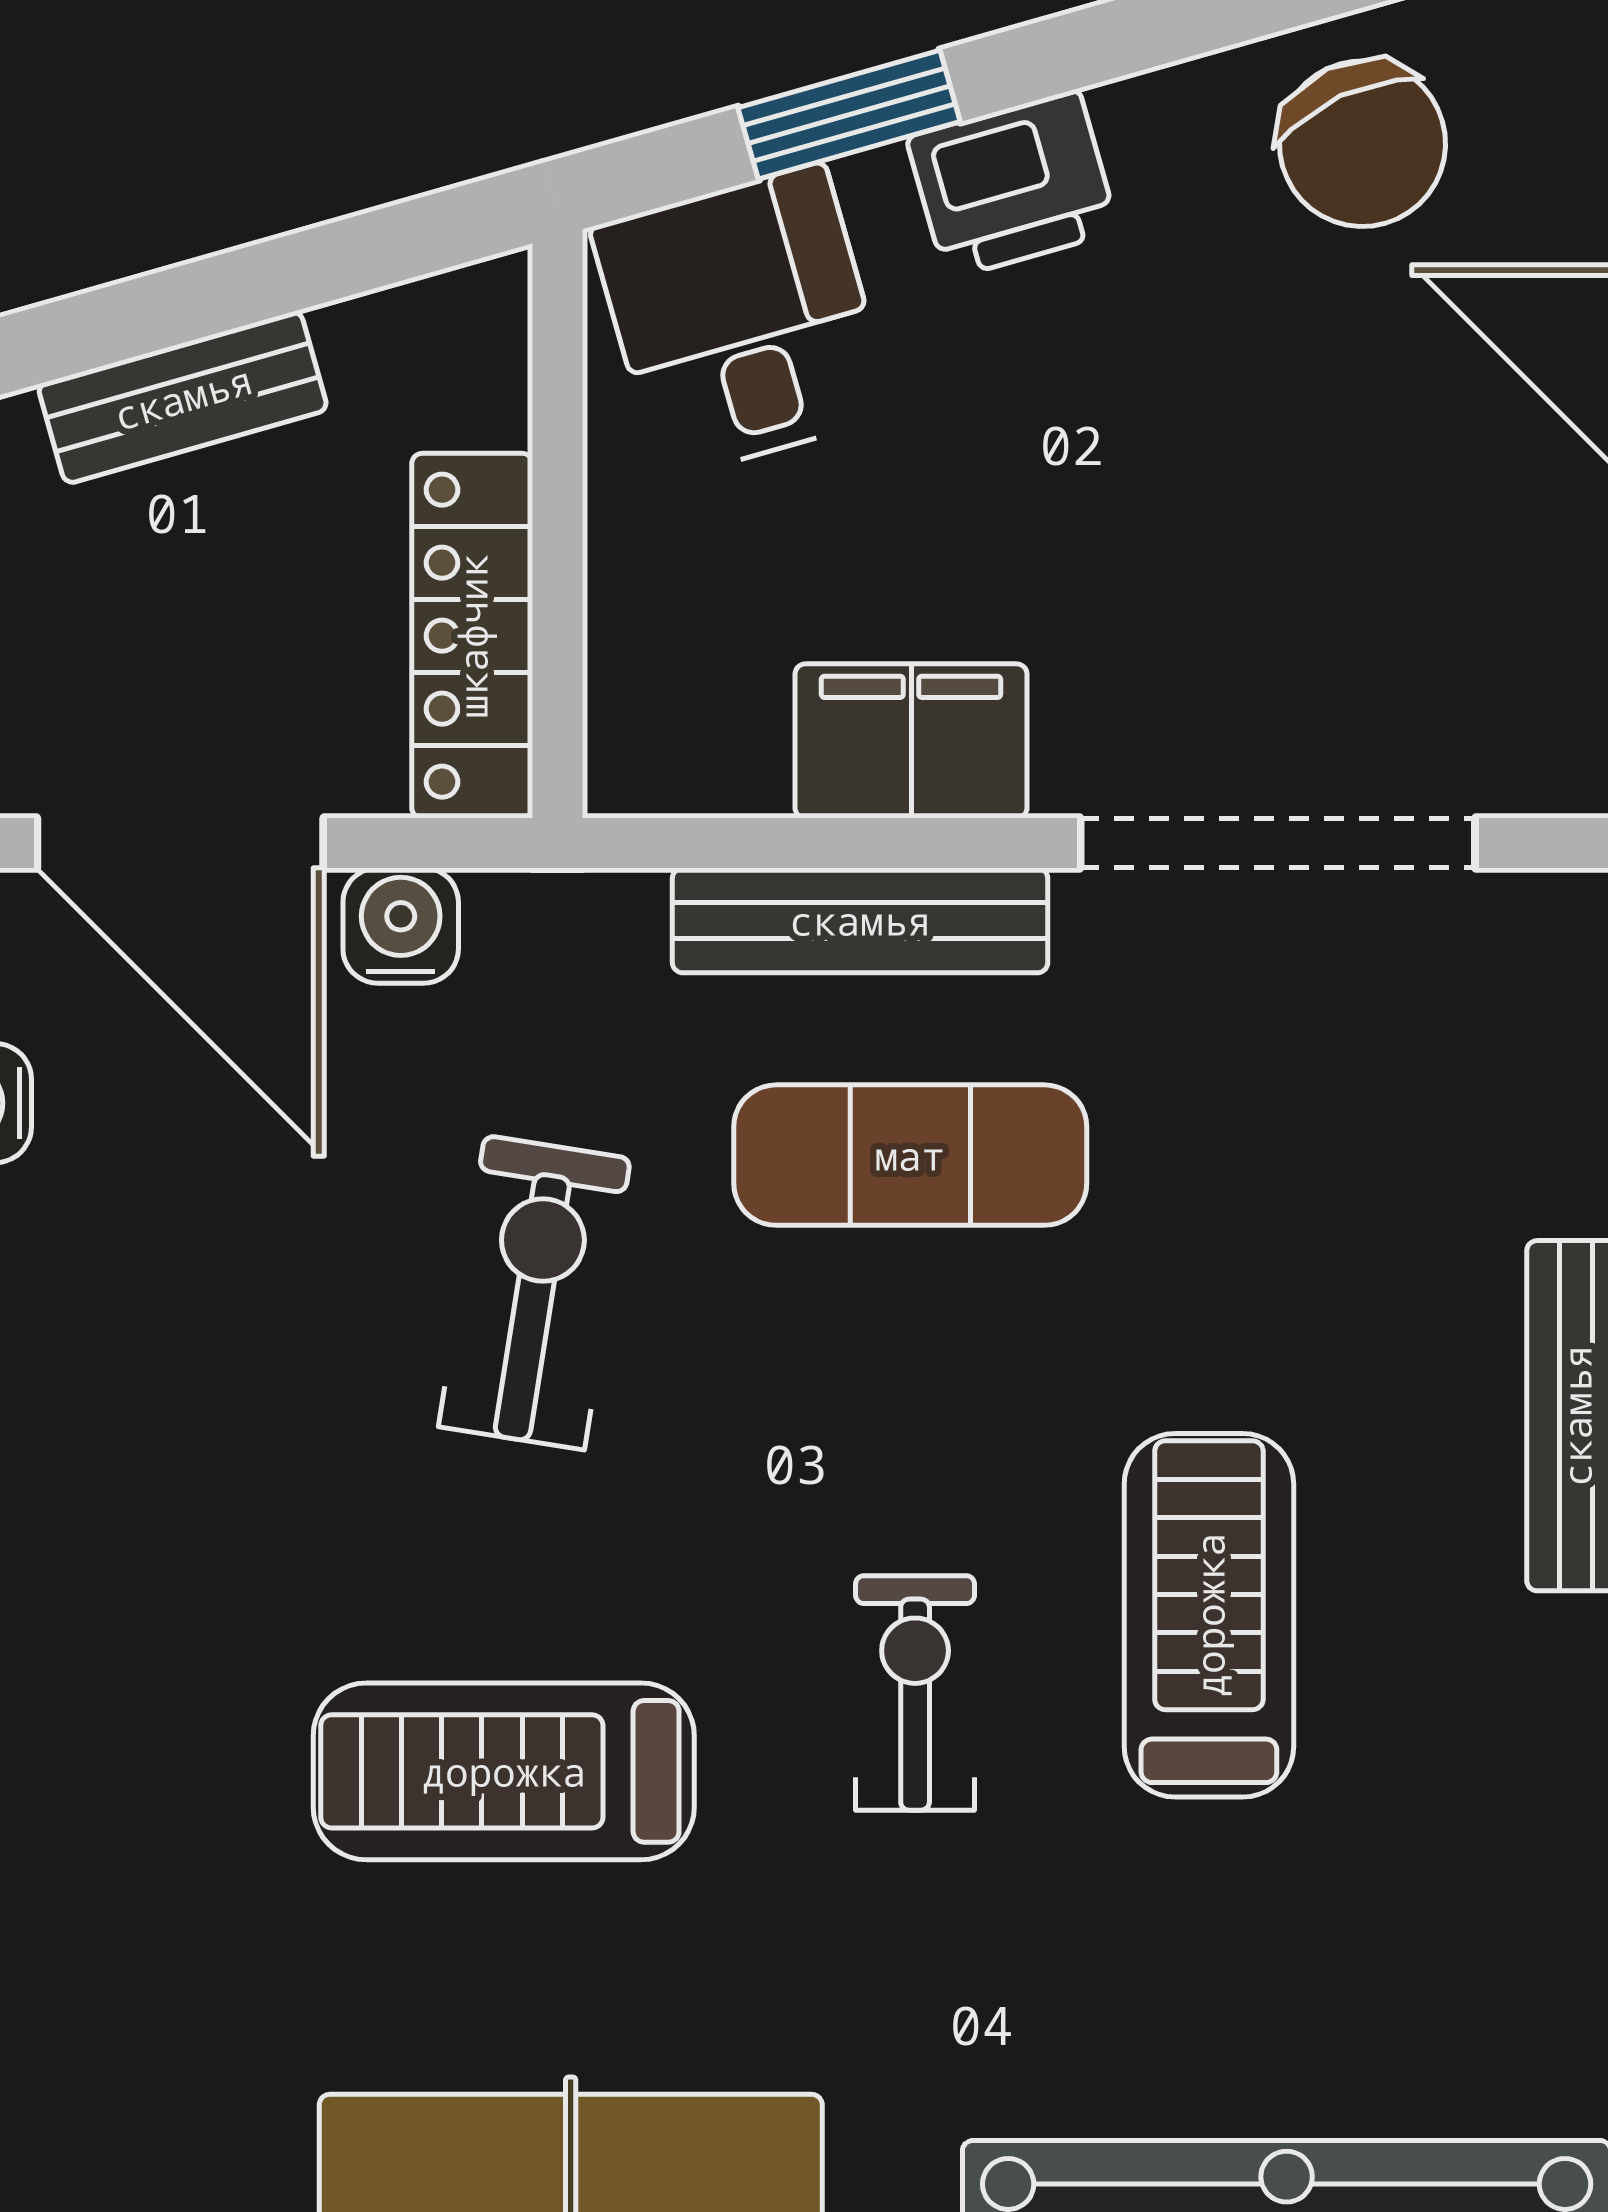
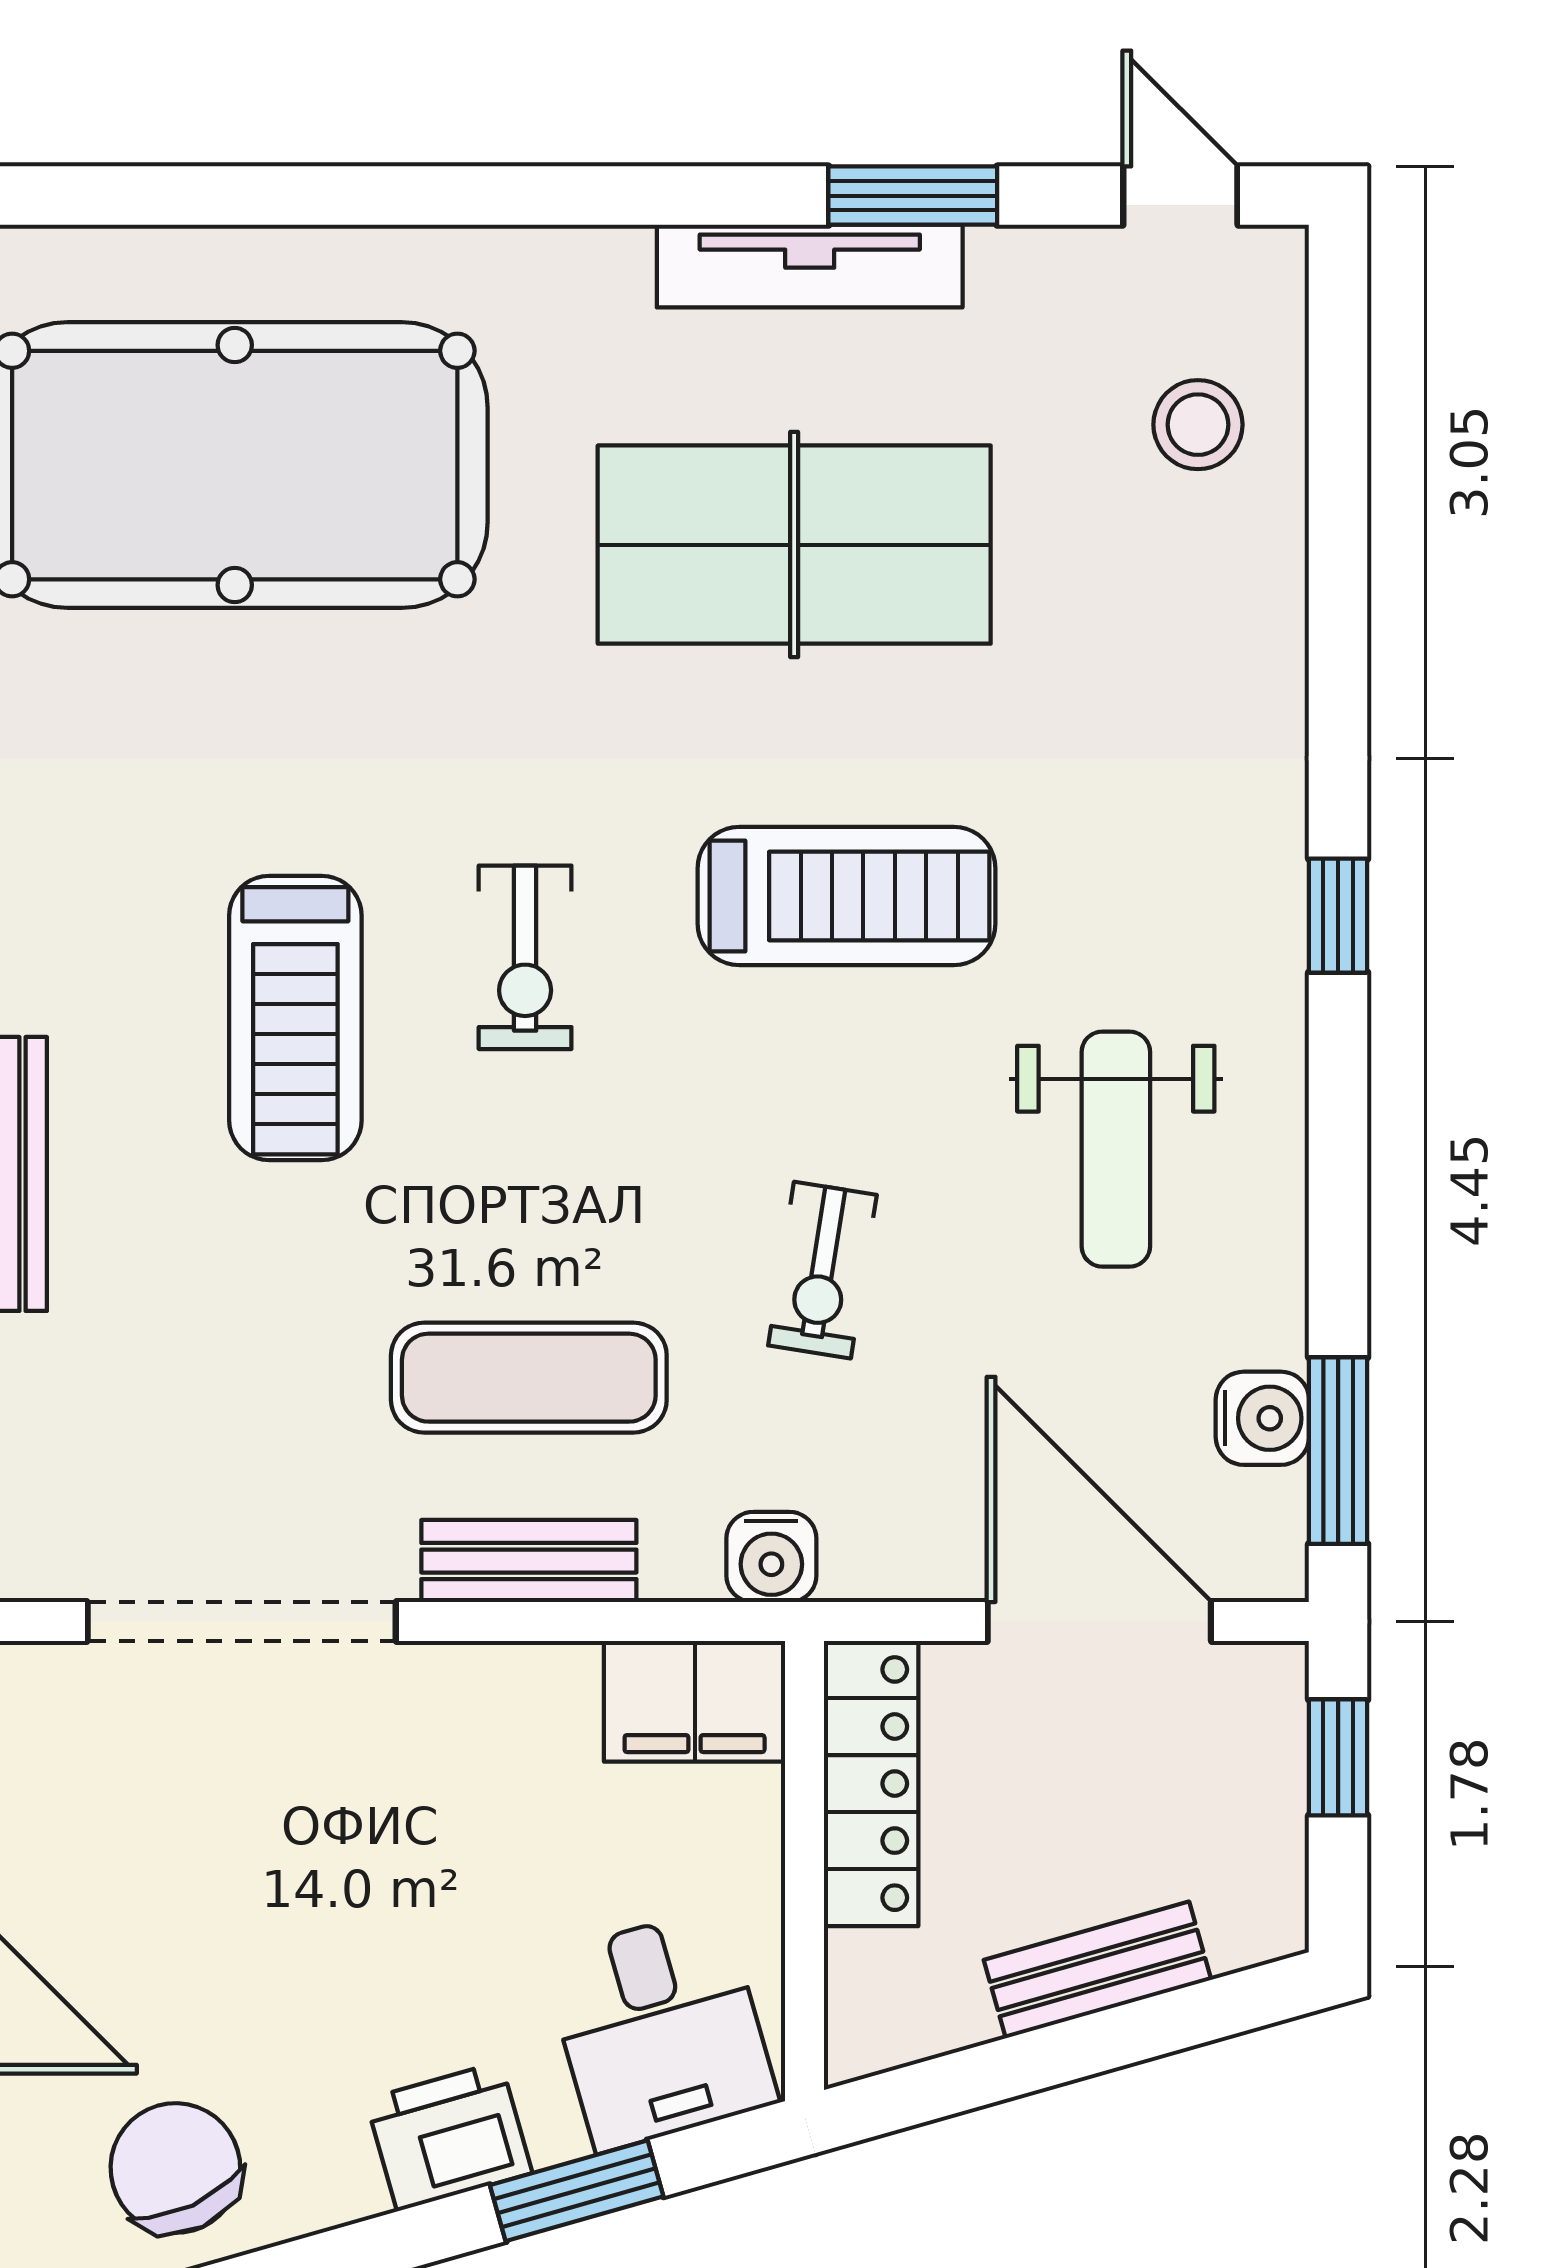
filing cabinet: (911, 741) -> (695, 1701), moved
bench: (860, 920) -> (529, 1561), width x0.73
water cooler: (401, 926) -> (771, 1557), moved
exercise bike: (535, 1293) -> (822, 1270), width x0.73, depth x0.72
weight bench: (159, 1447) -> (1116, 1149), added

